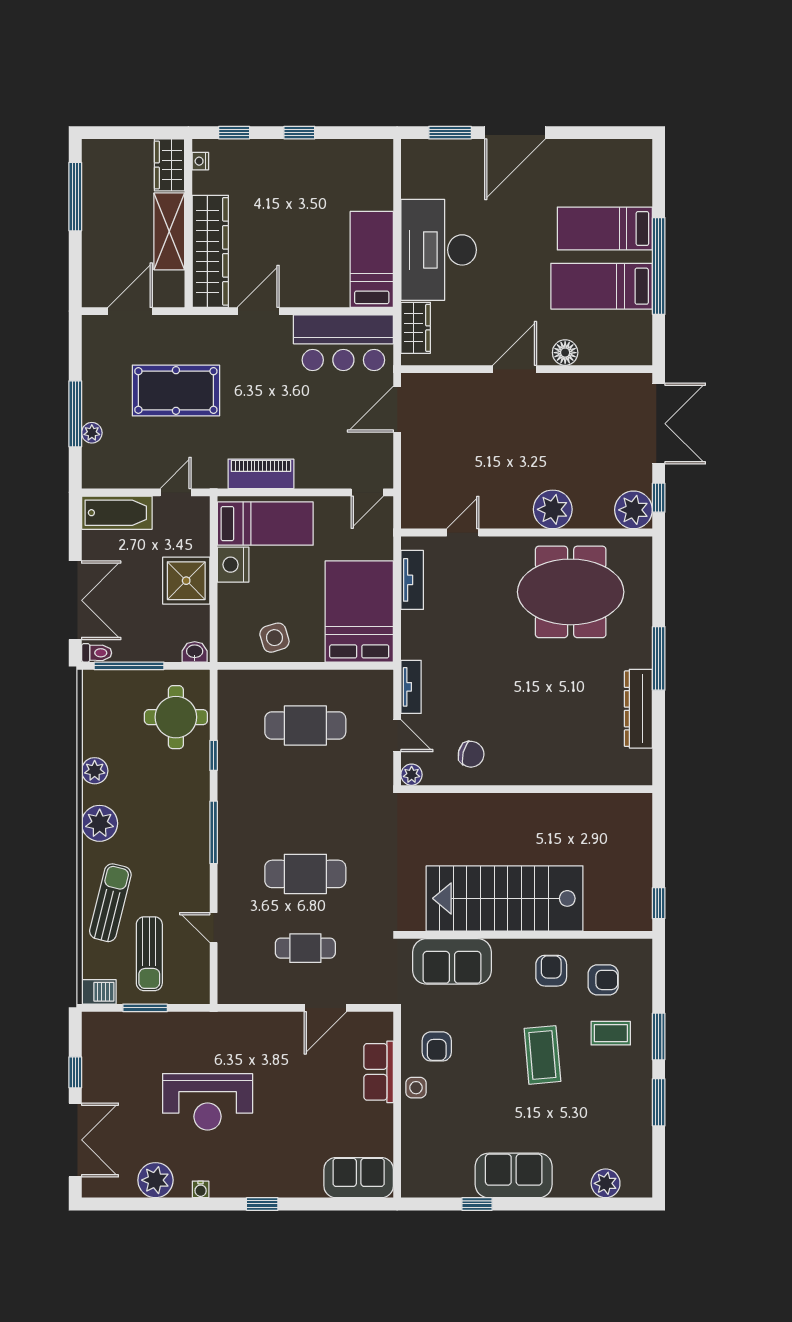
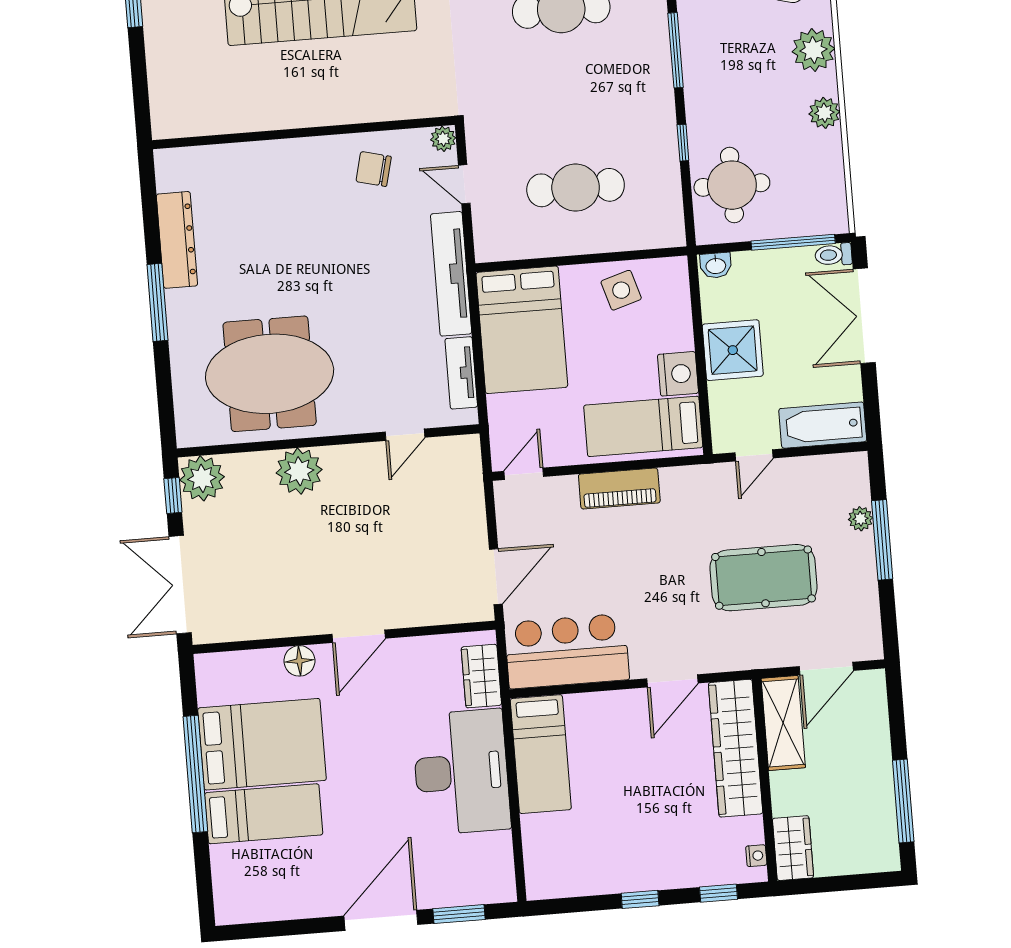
shelving: (169, 231) -> (783, 723), moved
bed: (602, 286) -> (262, 744), width x1.50
piano: (261, 474) -> (619, 488), moved
tv unit: (411, 687) -> (451, 274), width x1.92, depth x1.29

